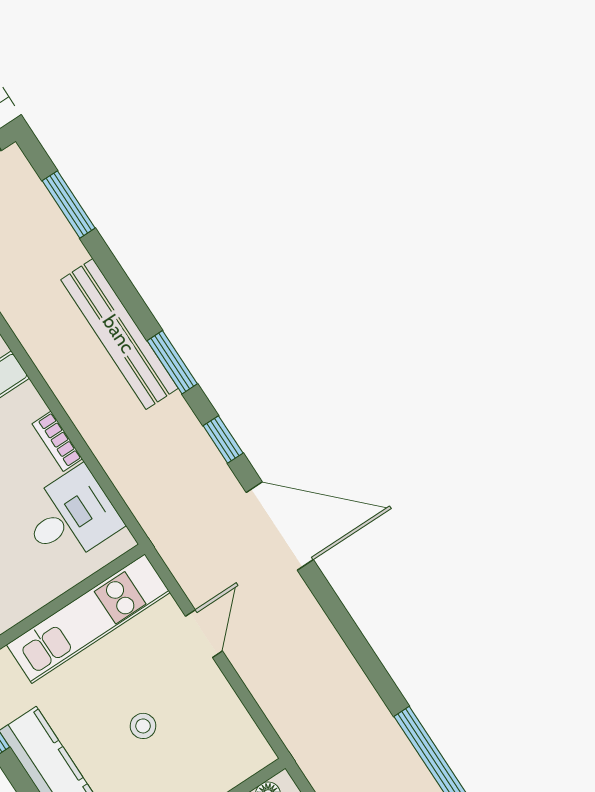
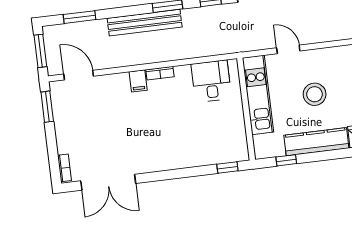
bookcase: (57, 441) -> (160, 73), moved
stool: (143, 726) -> (315, 94), width x1.89, depth x1.89

